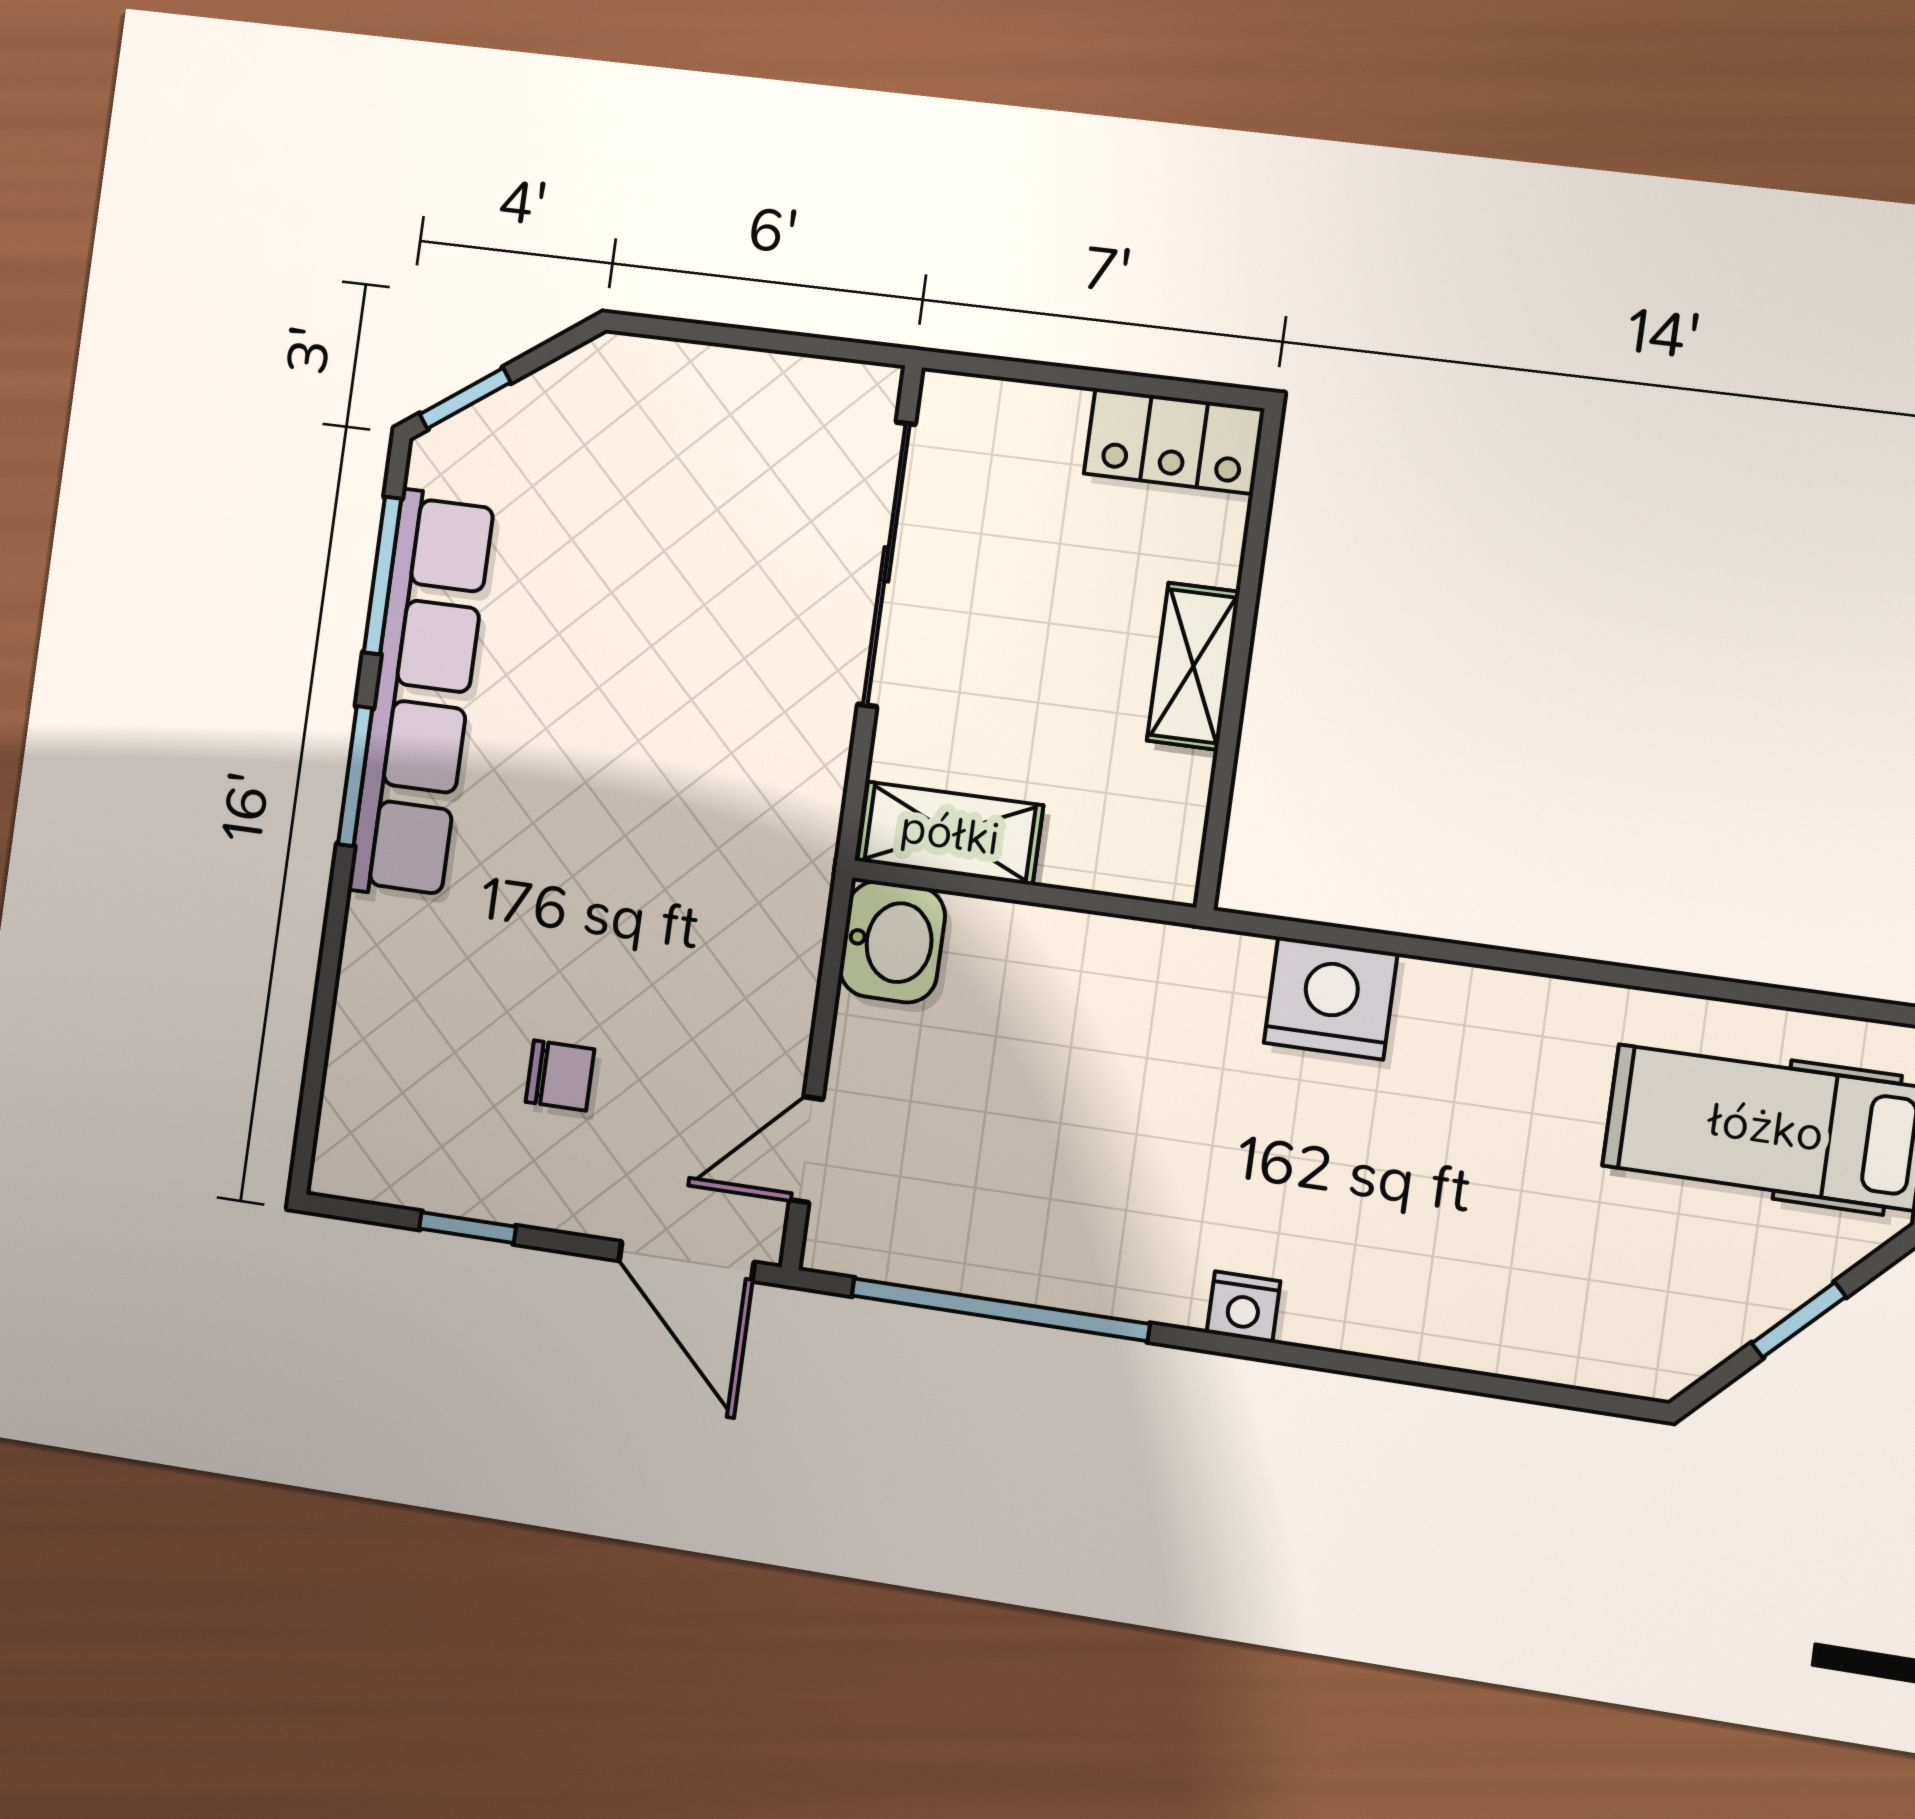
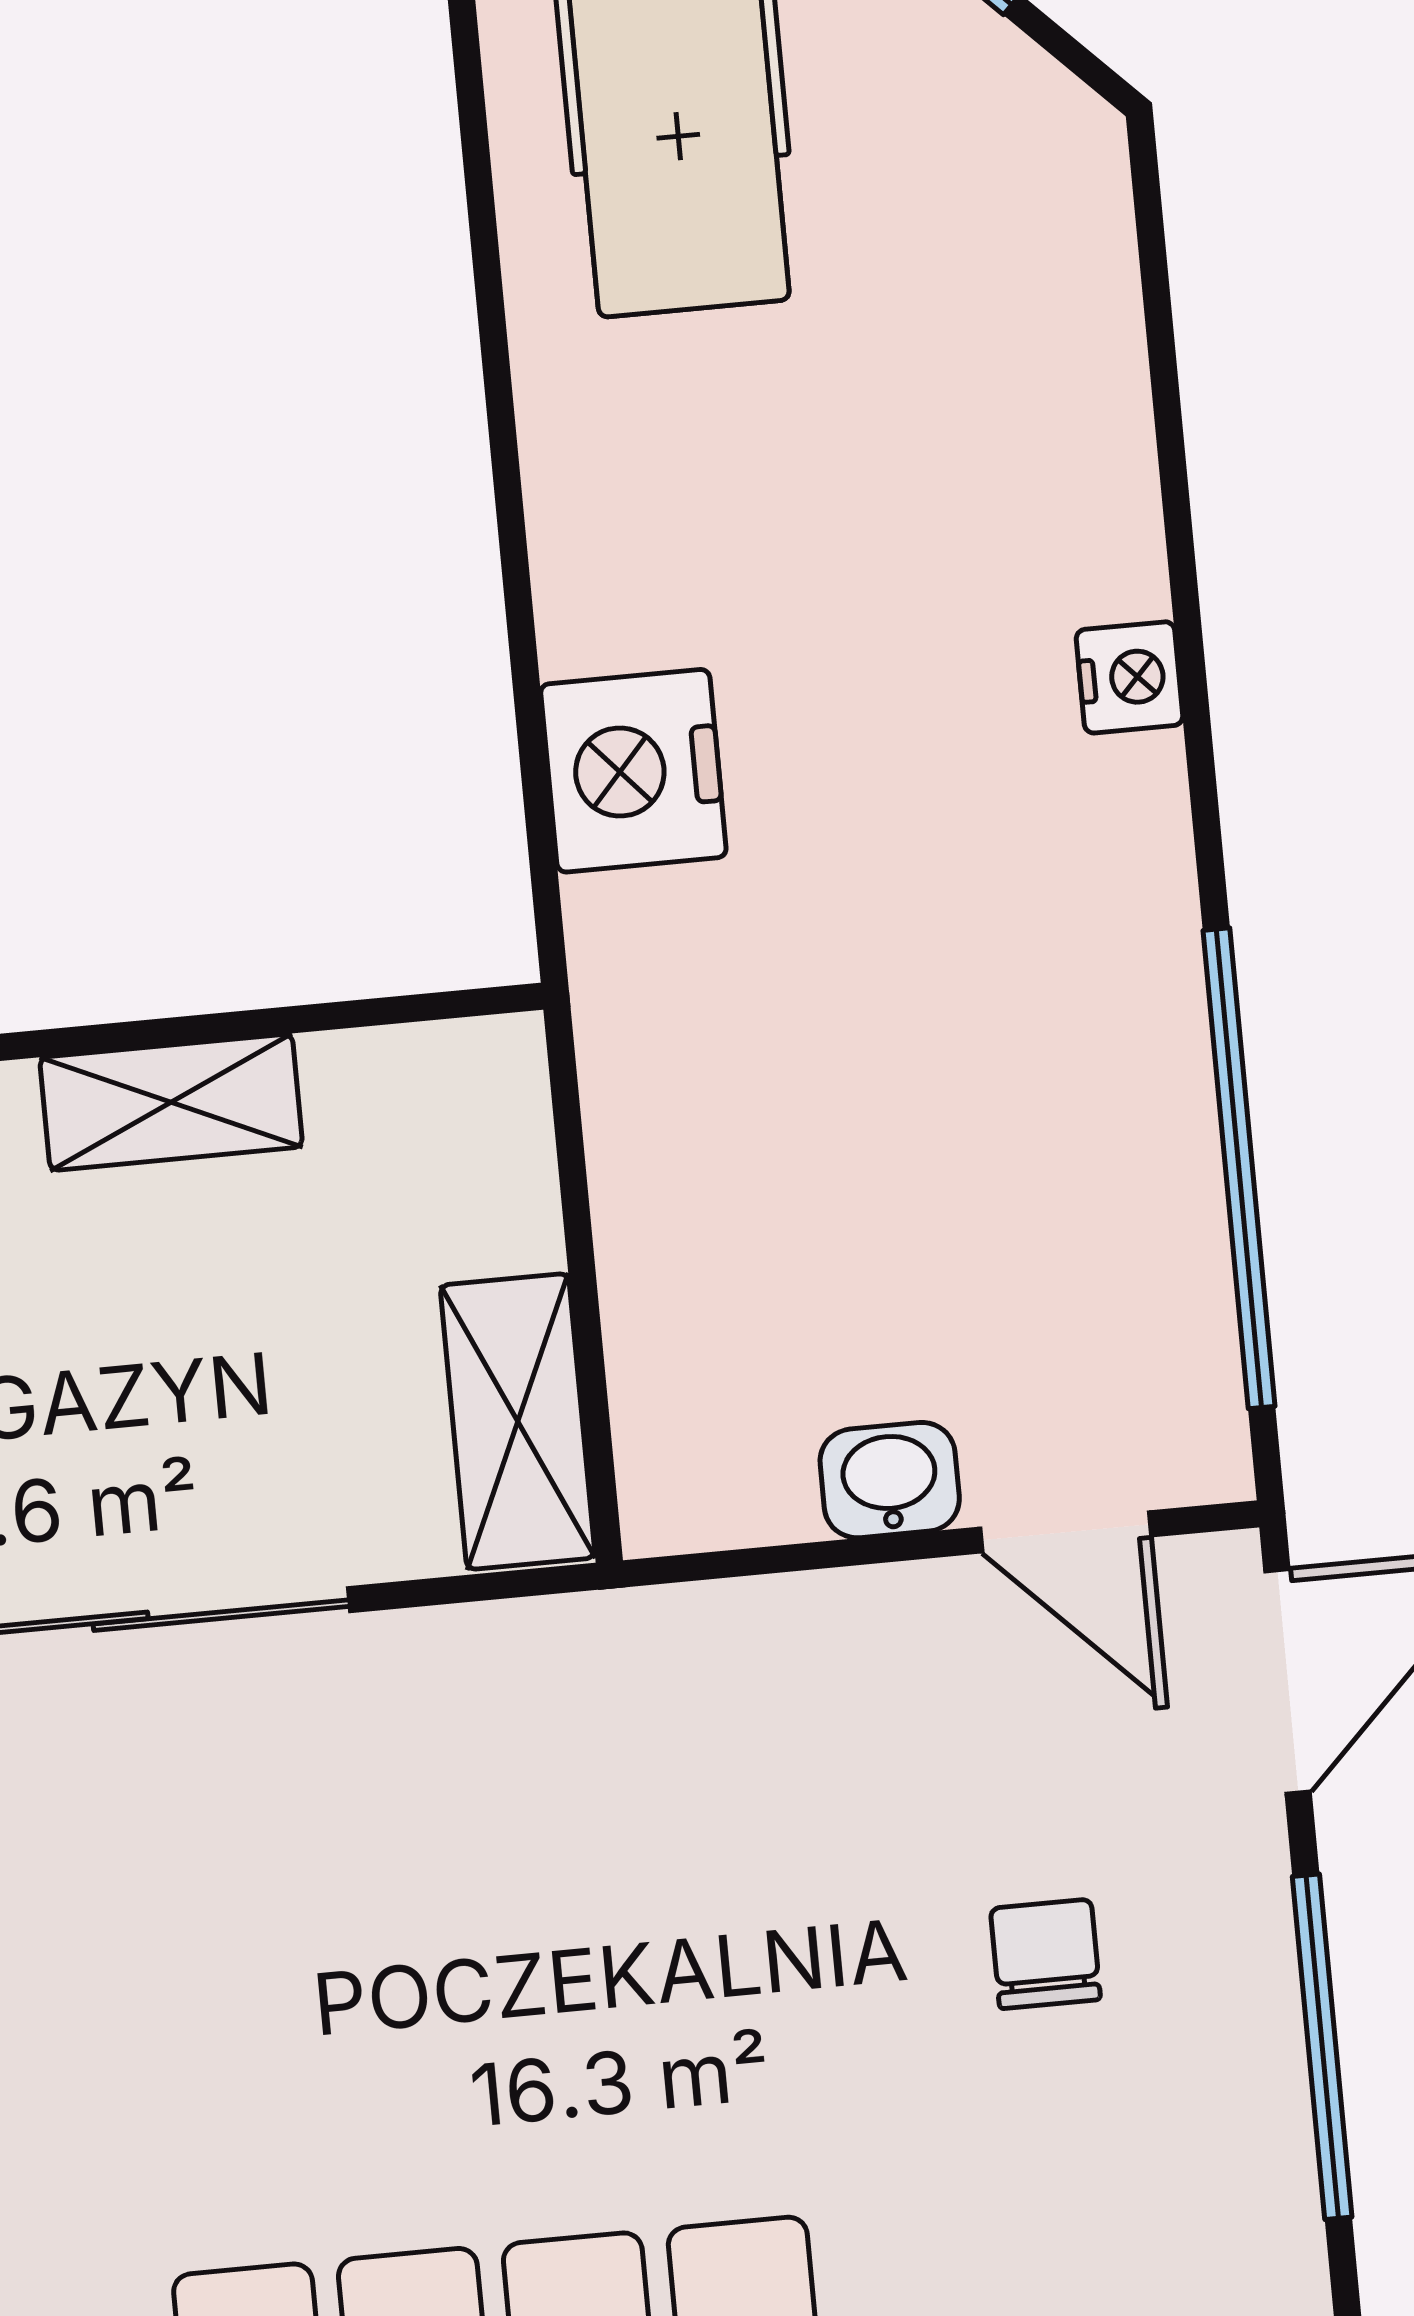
washbasin: (892, 942) -> (890, 1480), moved, width x0.72, depth x0.69
window: (467, 1228) -> (1322, 2047), width x2.17
nightstand: (1244, 1307) -> (1130, 677), moved

